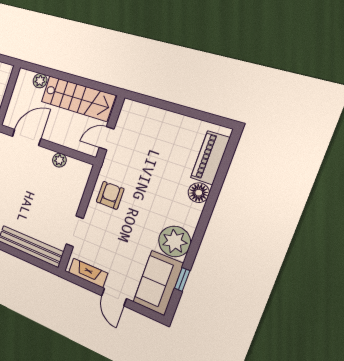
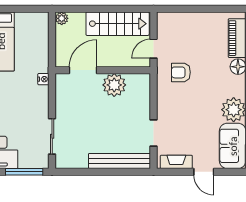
plant: (40, 81) -> (62, 18), moved
plant: (59, 160) -> (114, 85), width x1.88, depth x1.88
armchair: (110, 195) -> (181, 72), moved, turned -90

